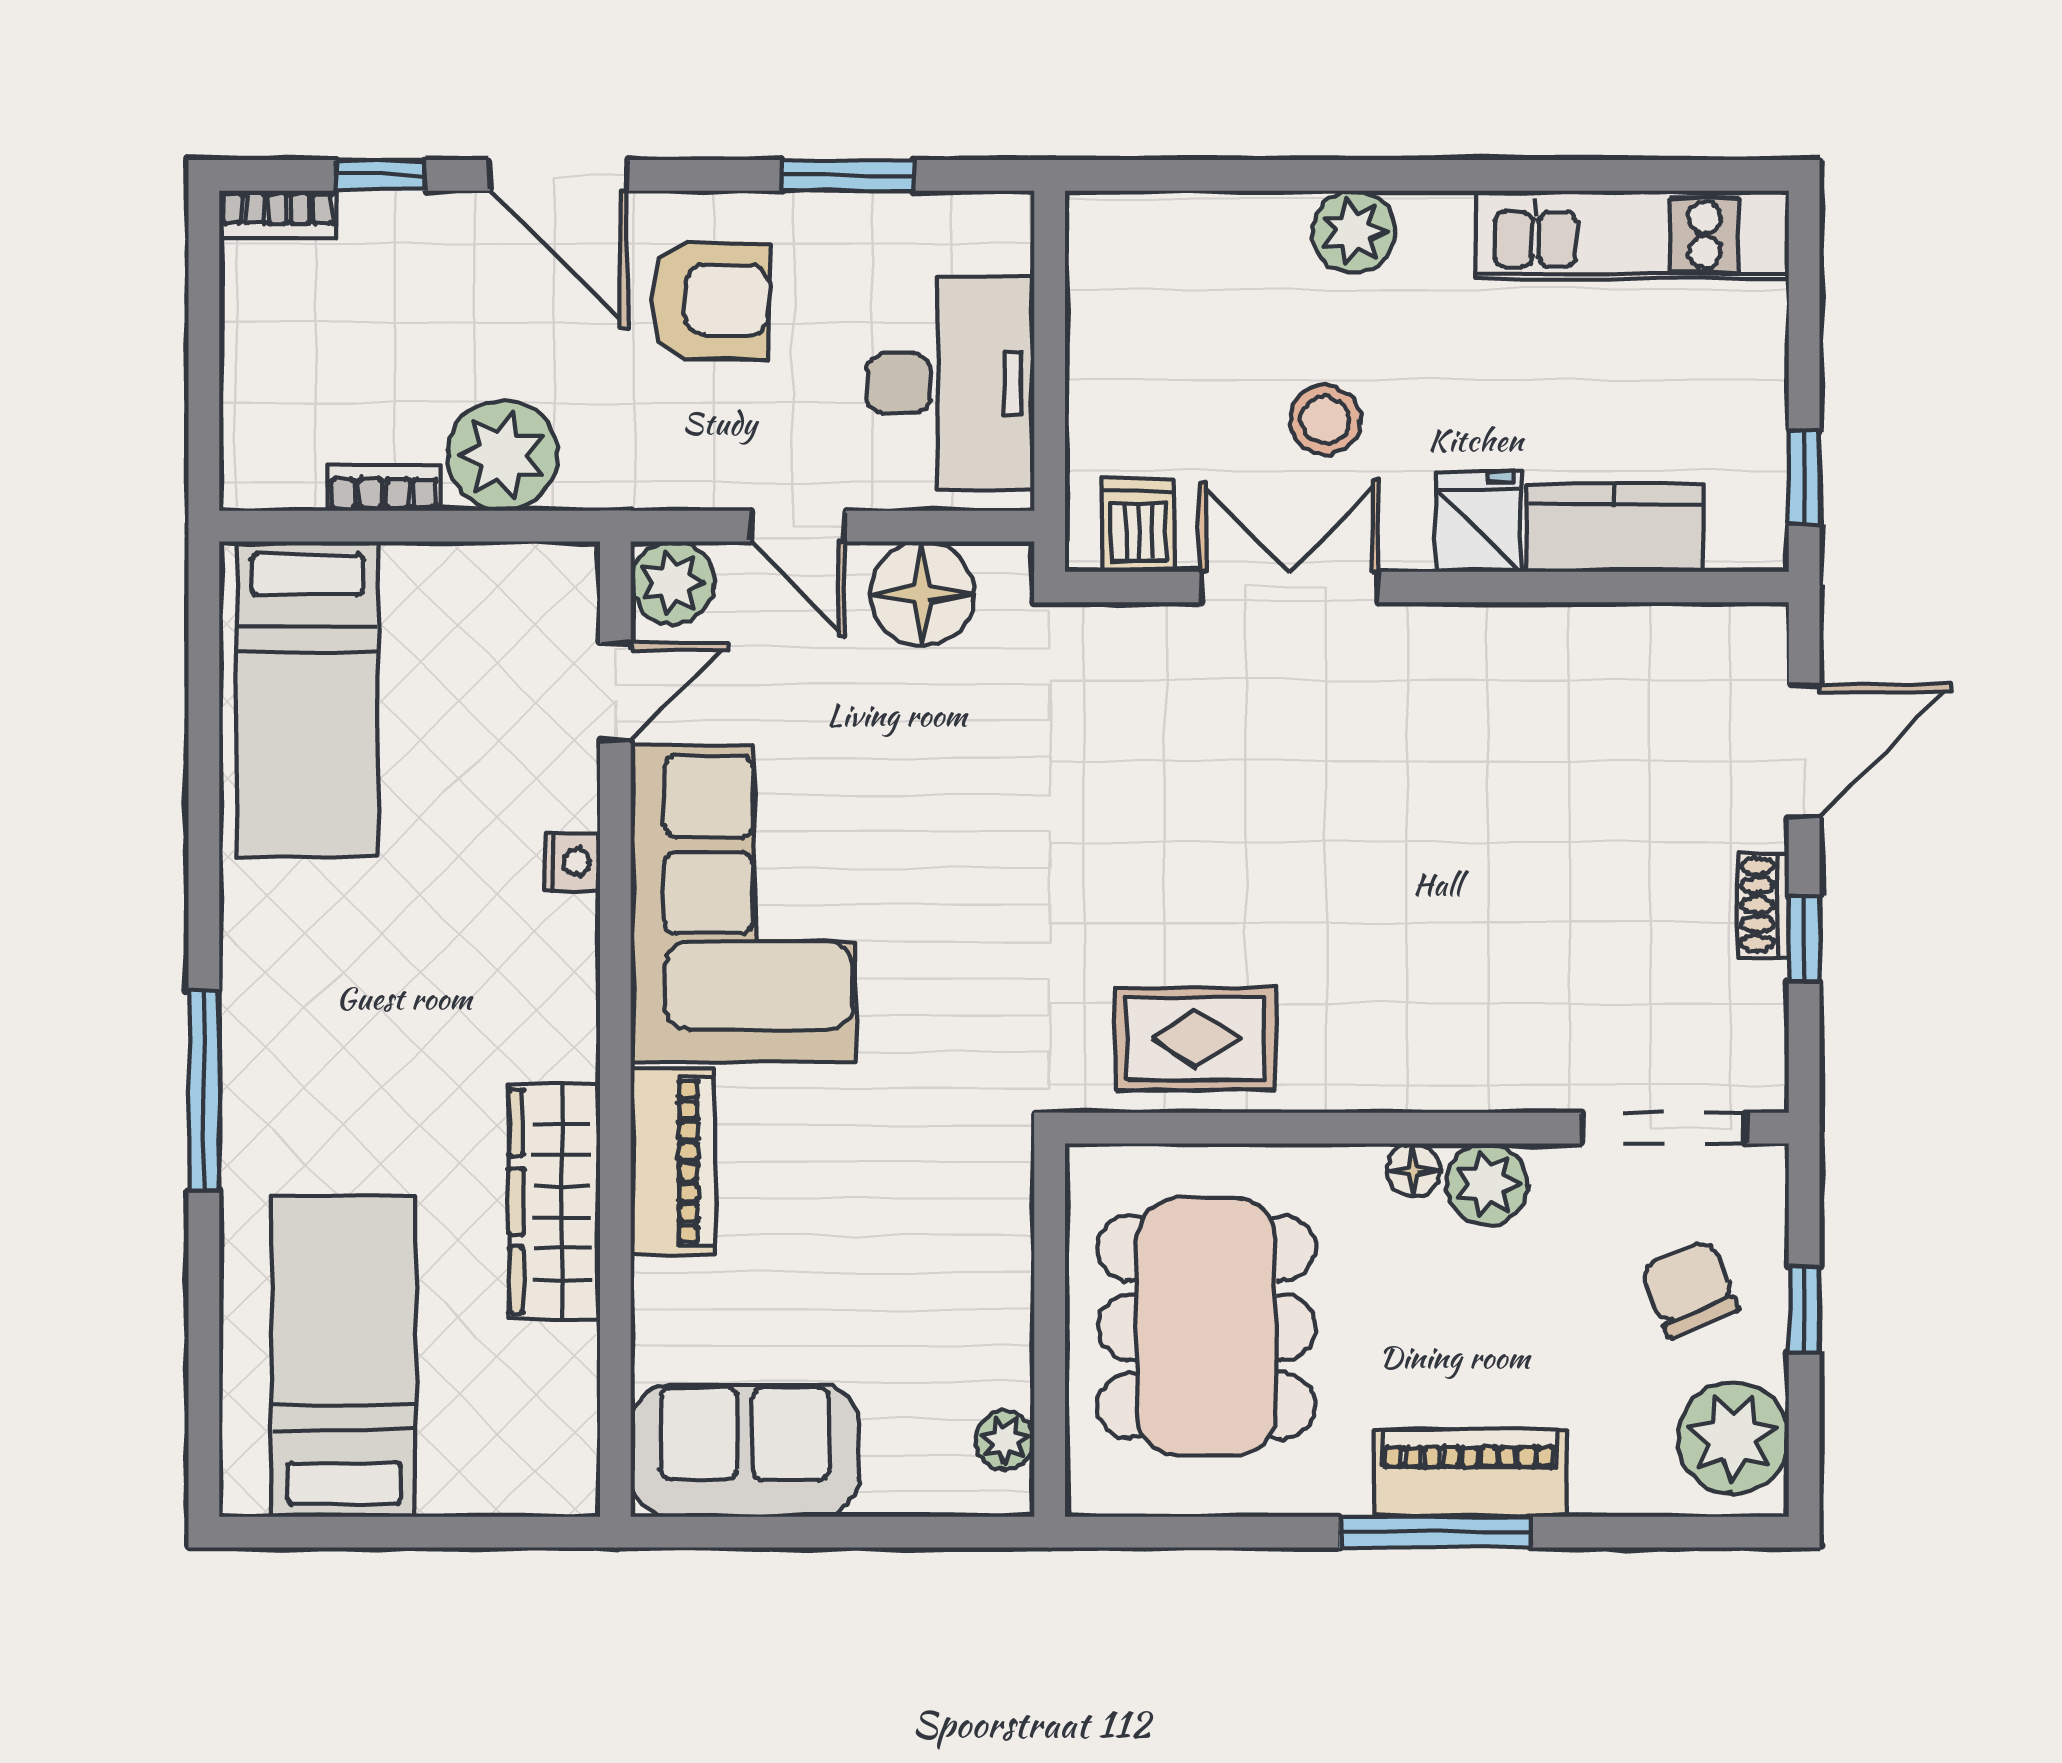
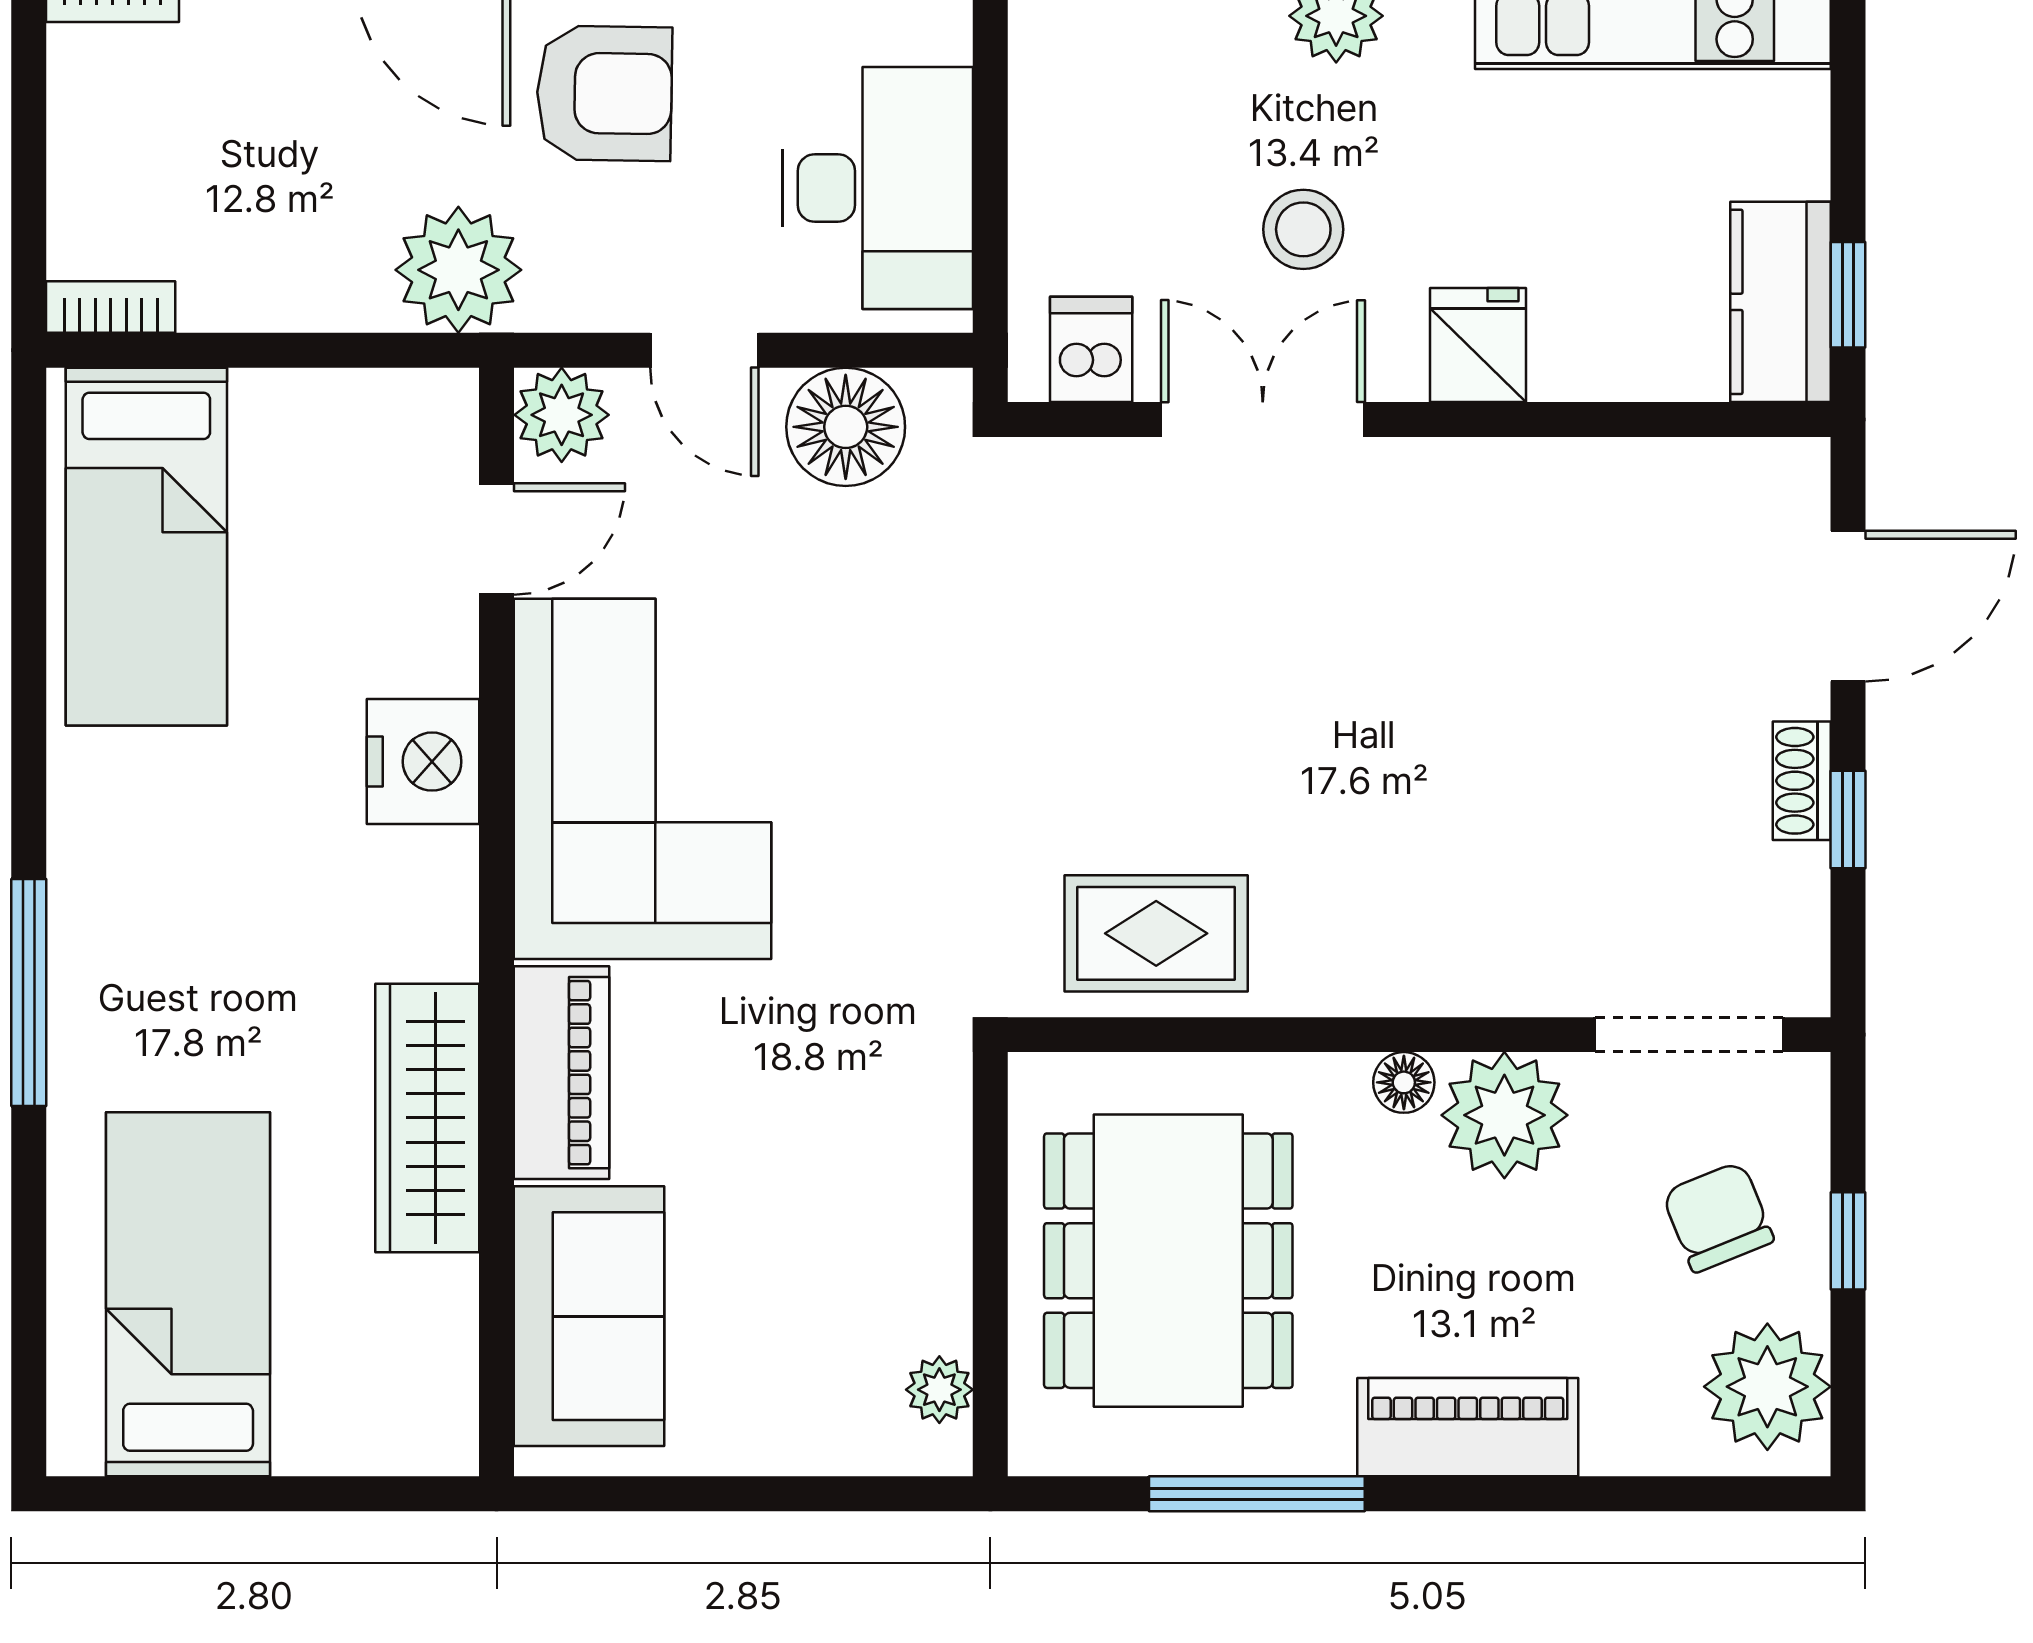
plant: (502, 455) -> (458, 270), moved
bookcase: (384, 488) -> (111, 307), moved
kitchen counter: (1615, 528) -> (1781, 302), moved, turned -90
nightstand: (573, 862) -> (423, 762), width x1.89, depth x1.79
plant: (1487, 1184) -> (1504, 1115), width x1.36, depth x1.36
sofa: (745, 1451) -> (589, 1316), moved, turned 90
window: (1435, 1532) -> (1257, 1494), moved

